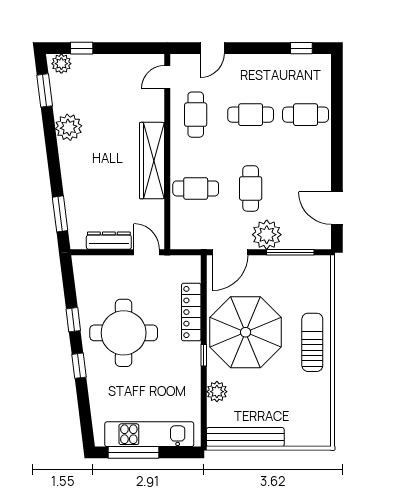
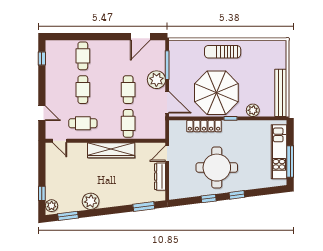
cafe table: (251, 188) -> (128, 90), turned 90

